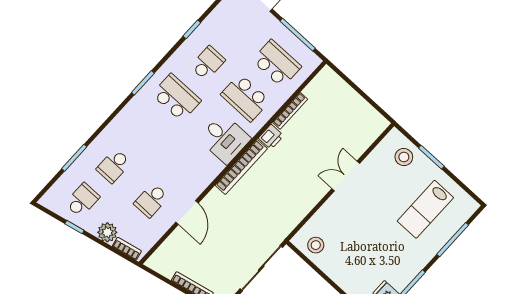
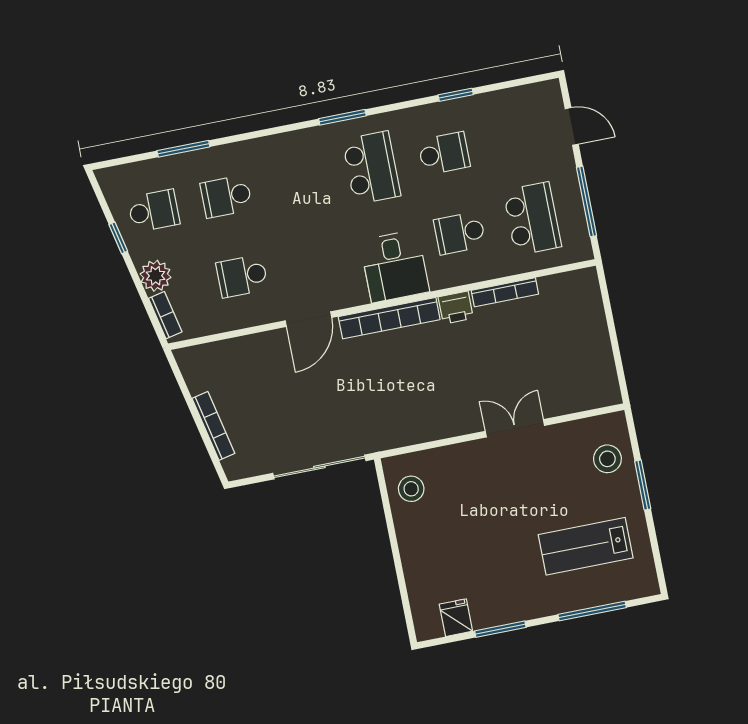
school desk: (245, 98) -> (460, 233), width x0.54
door: (187, 213) -> (308, 319), moved

